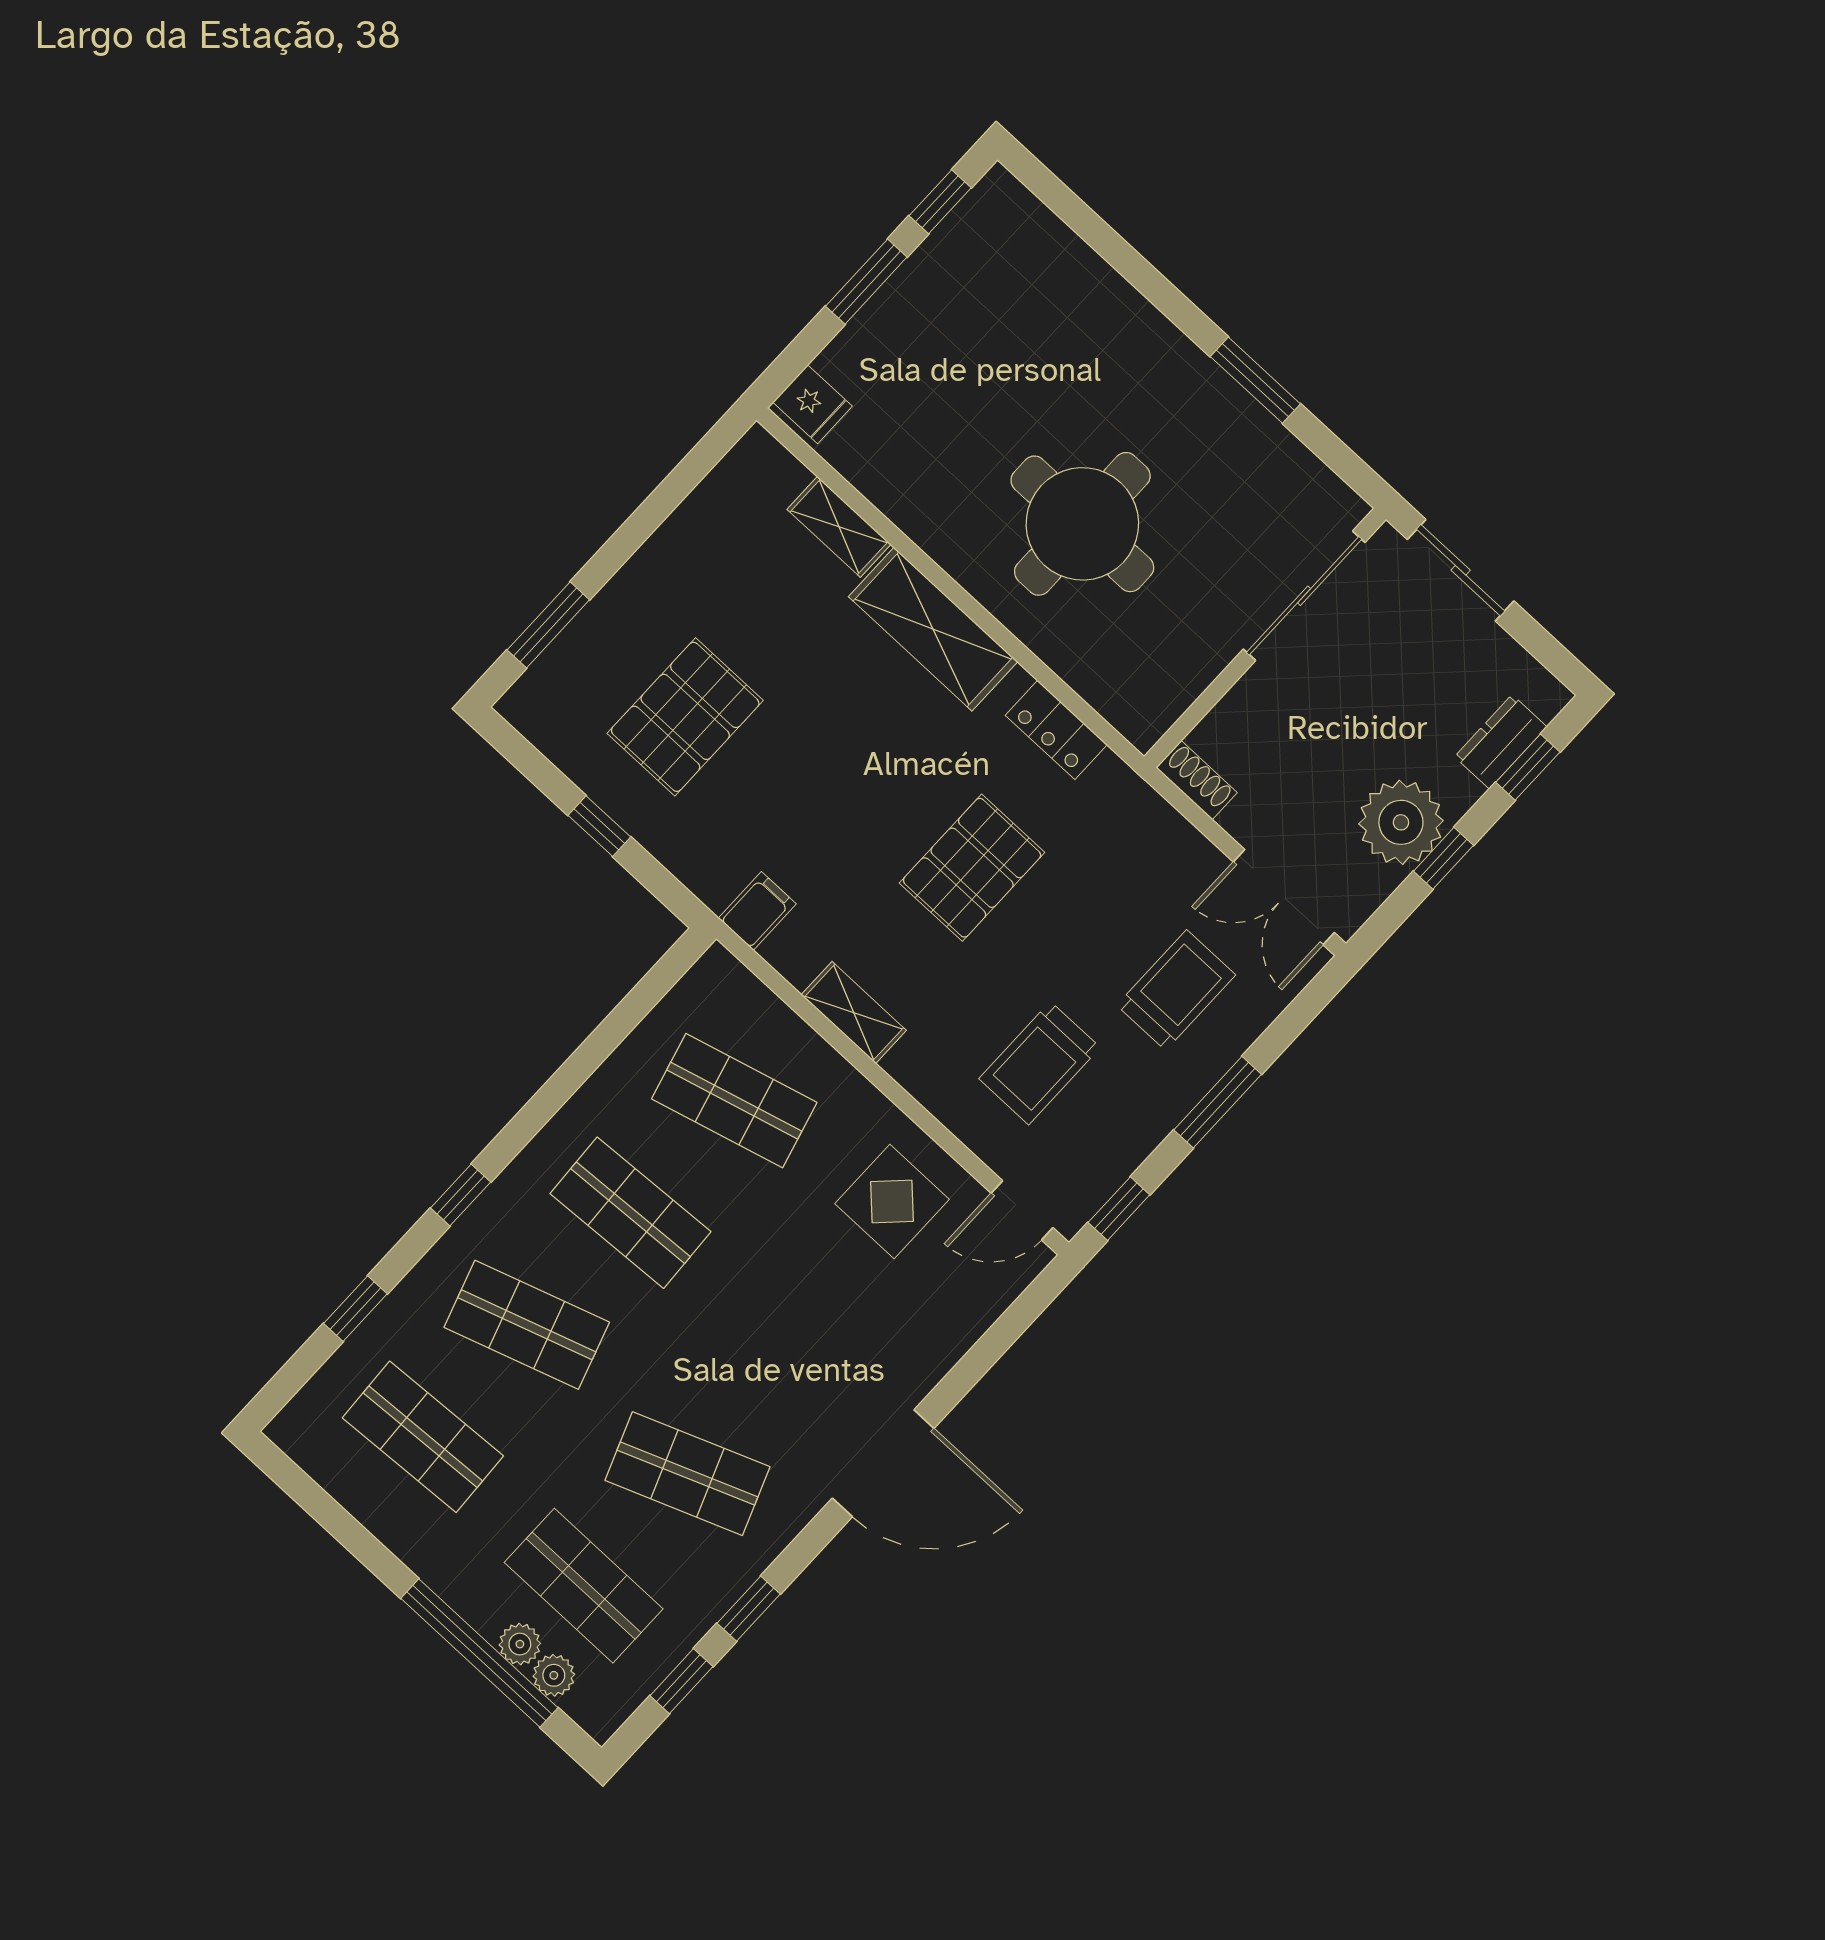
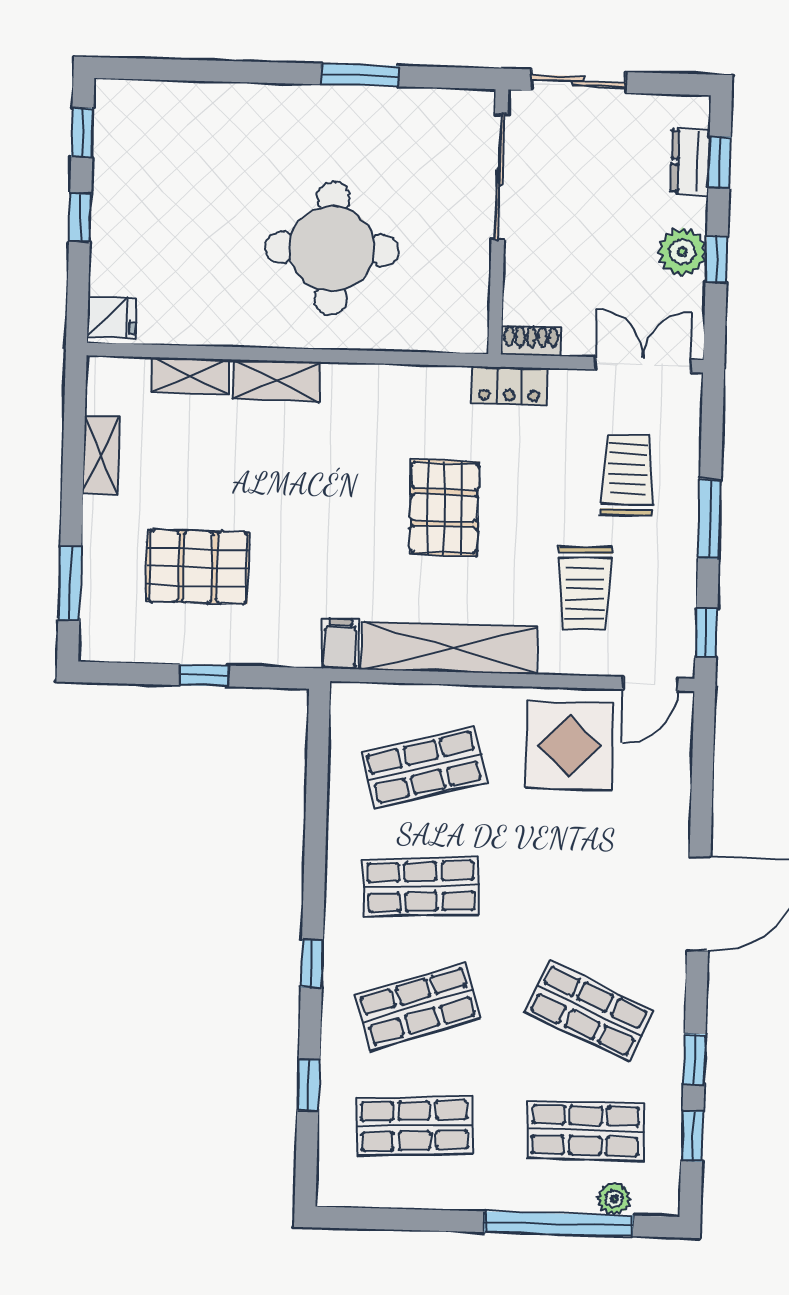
window: (866, 282) -> (80, 217), width x0.67
shelving: (686, 528) -> (101, 455), added
shelving: (933, 629) -> (277, 380), width x0.67, depth x0.75
pallet: (685, 717) -> (198, 567), turned 90
locker: (1056, 730) -> (509, 386), moved
plant: (1401, 822) -> (682, 252), width x0.73, depth x0.73
double door: (1284, 897) -> (643, 365), swing flipped
shelving: (854, 1013) -> (449, 648), width x2.20, depth x1.33
display table: (892, 1201) -> (569, 746), width x1.36, depth x1.36
shop shelf: (687, 1474) -> (589, 1011), turned 45
plant: (520, 1644) -> (578, 1198), removed

